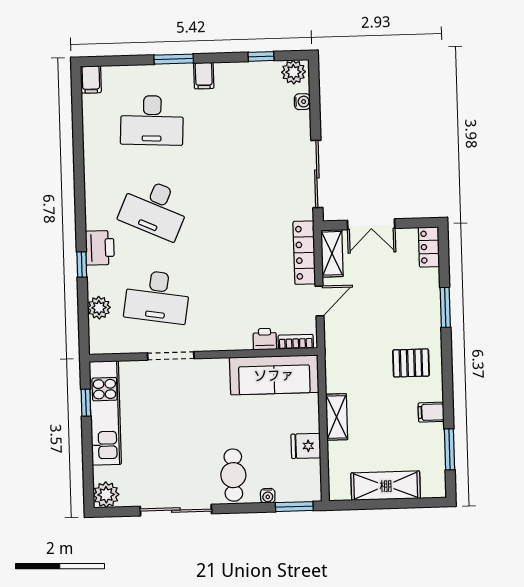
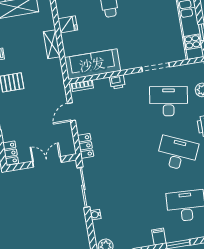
water cooler: (302, 102) -> (96, 215), moved
locker: (304, 253) -> (86, 146), width x0.66
shelving: (332, 253) -> (68, 141), removed
printer: (265, 339) -> (117, 82), moved

